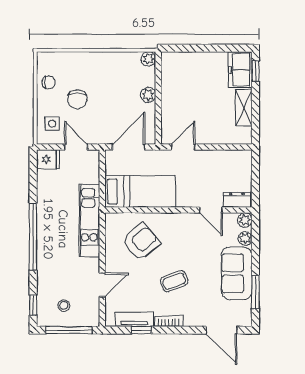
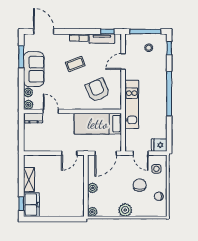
plant: (99, 62) -> (125, 210), added
armchair: (141, 242) -> (97, 90), turned 107
window: (141, 330) -> (107, 31), moved

